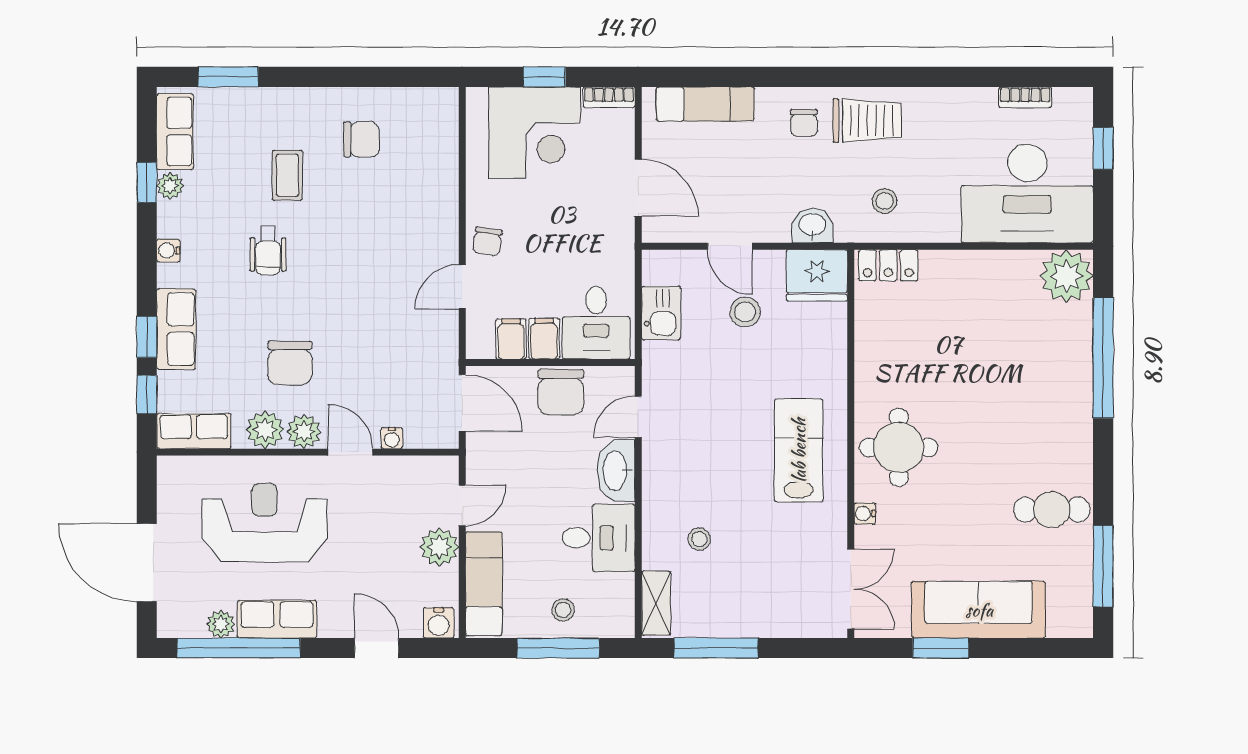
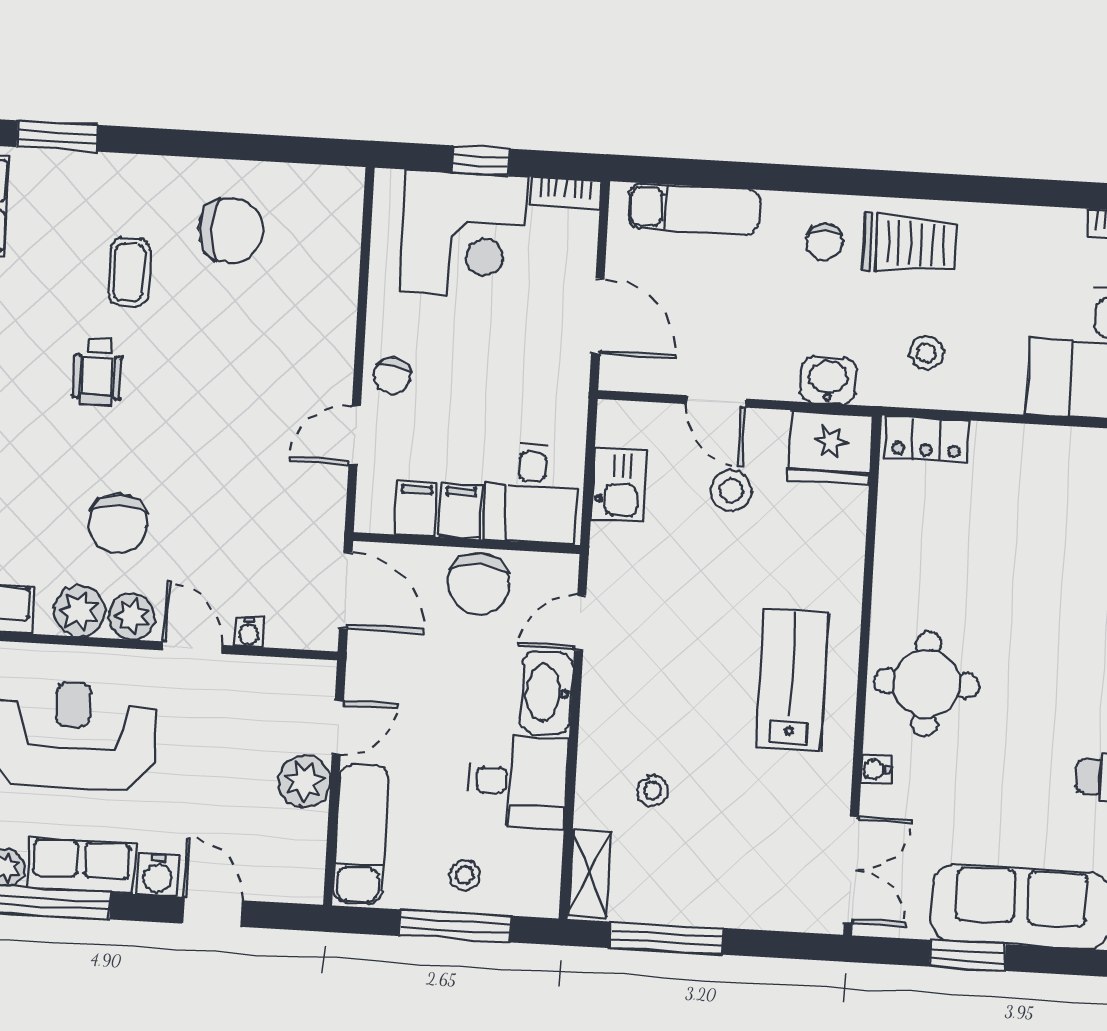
chair: (361, 139) -> (231, 230), width x1.37, depth x1.37
water cooler: (439, 623) -> (158, 875), moved

